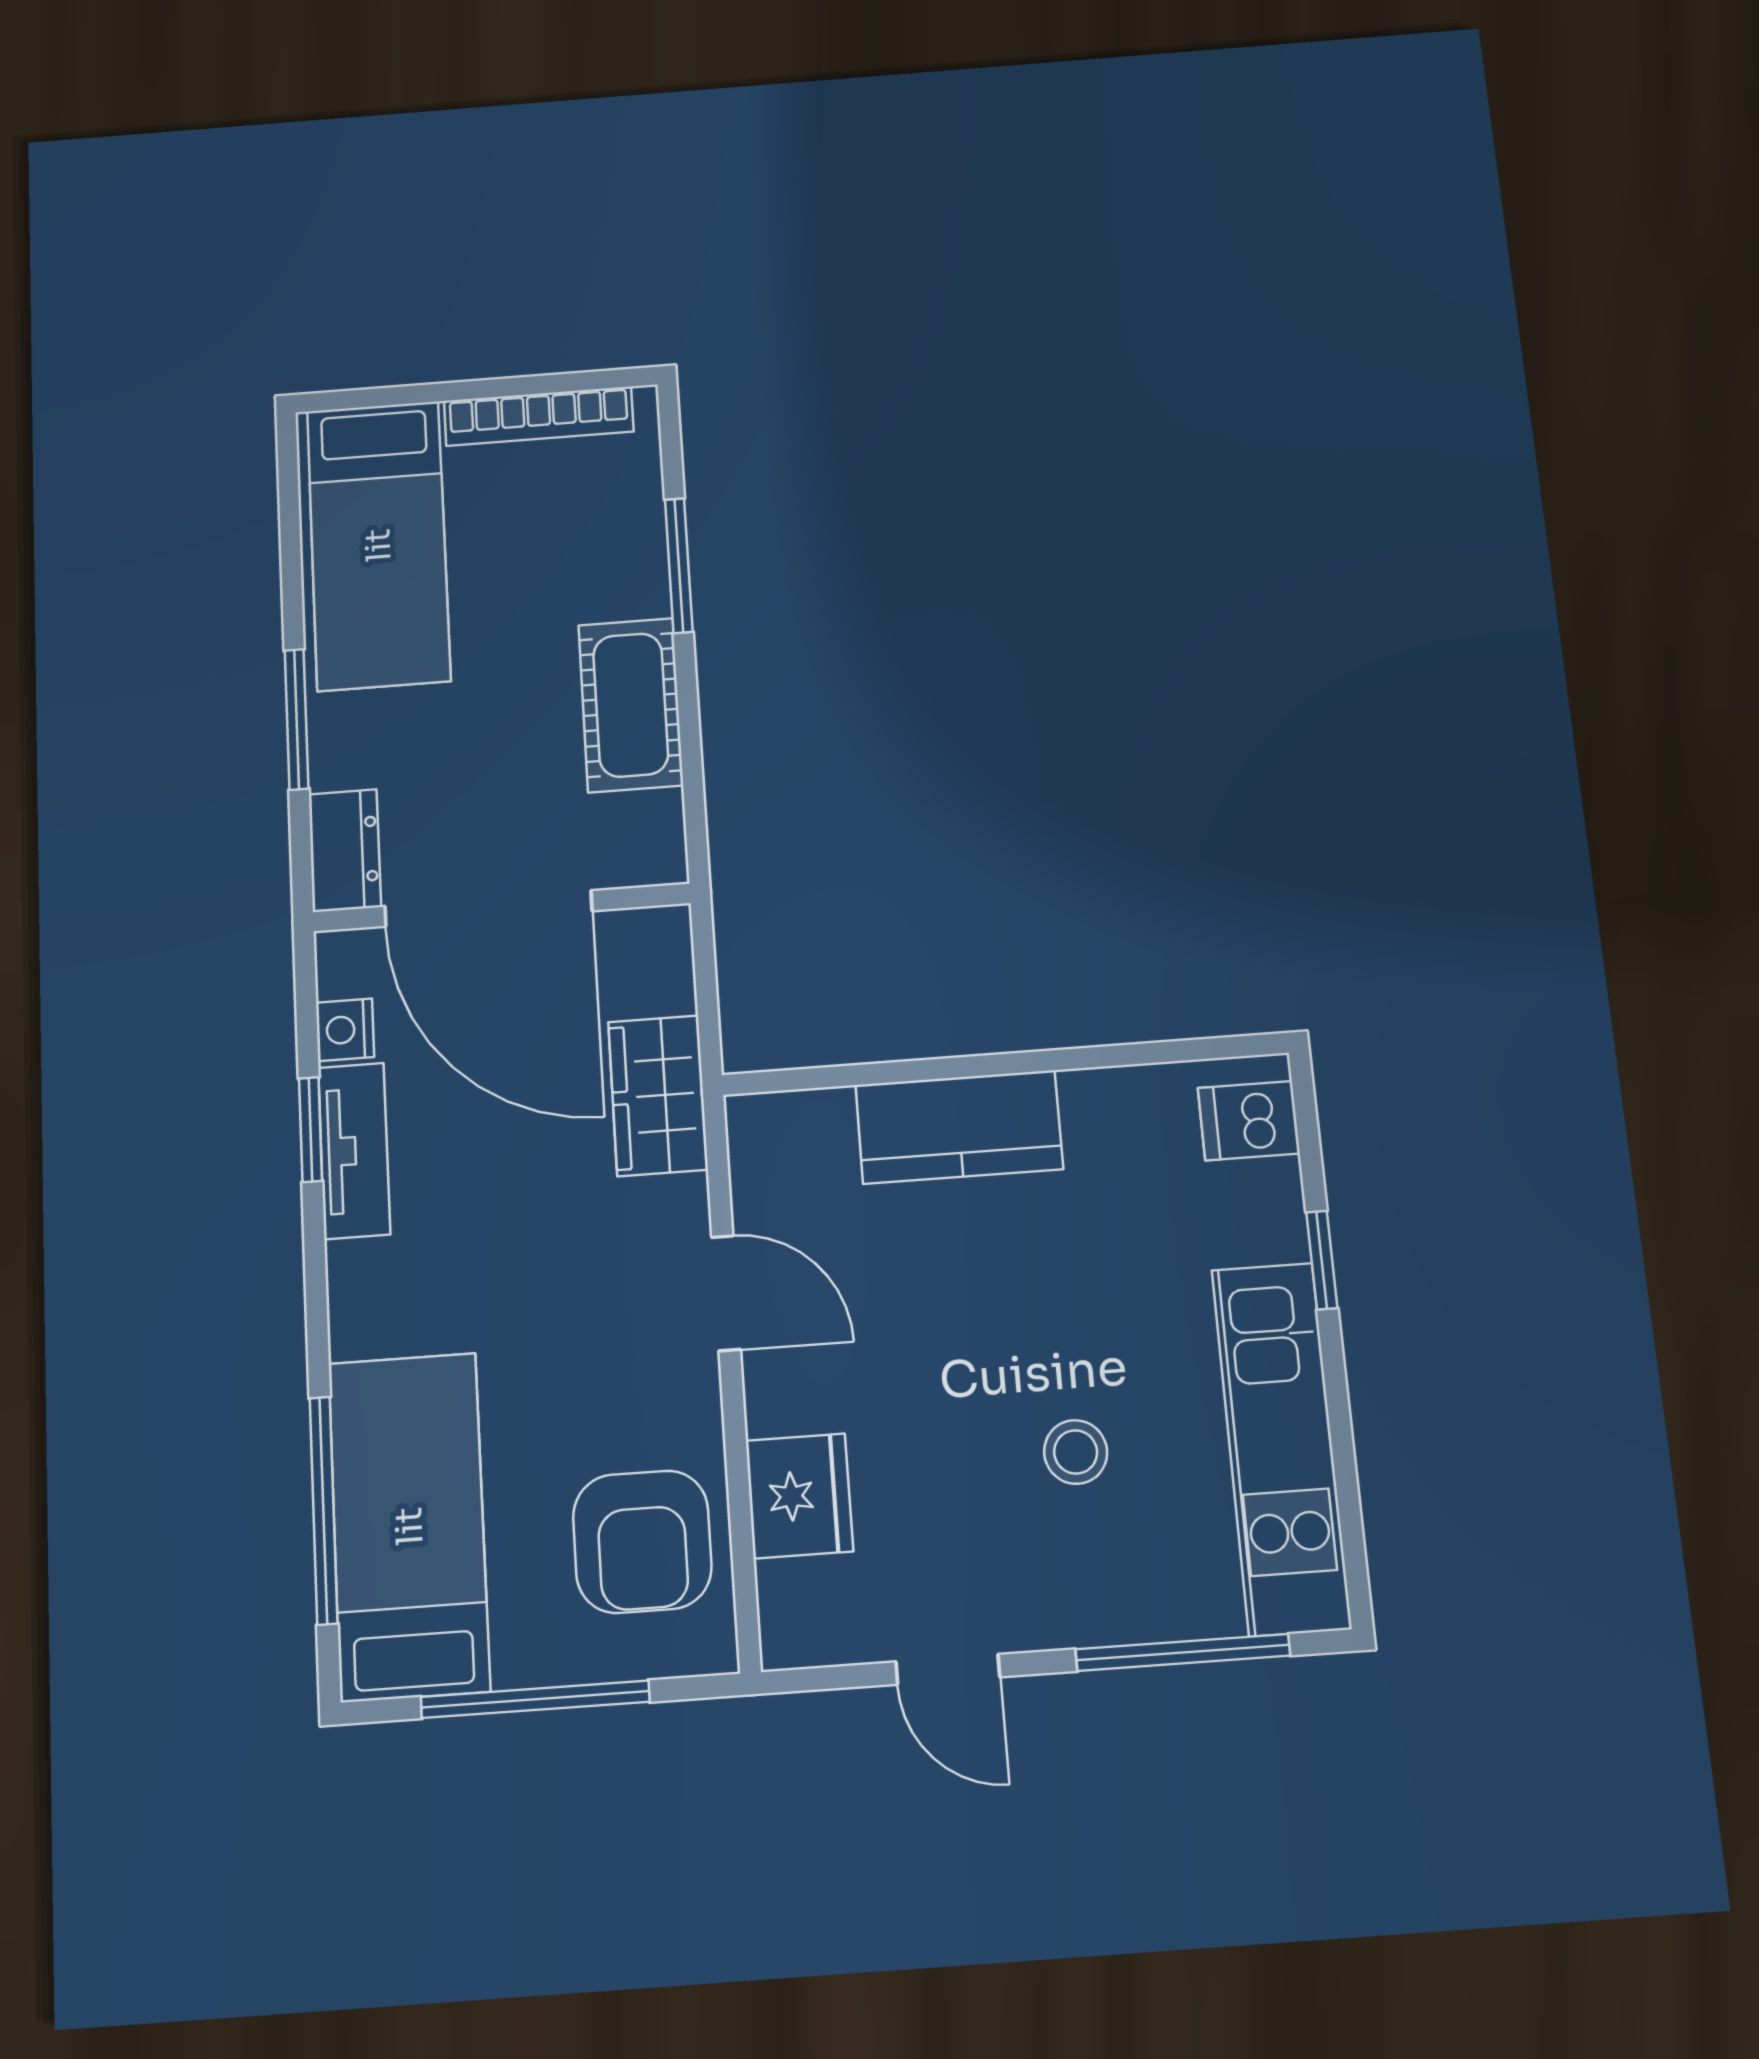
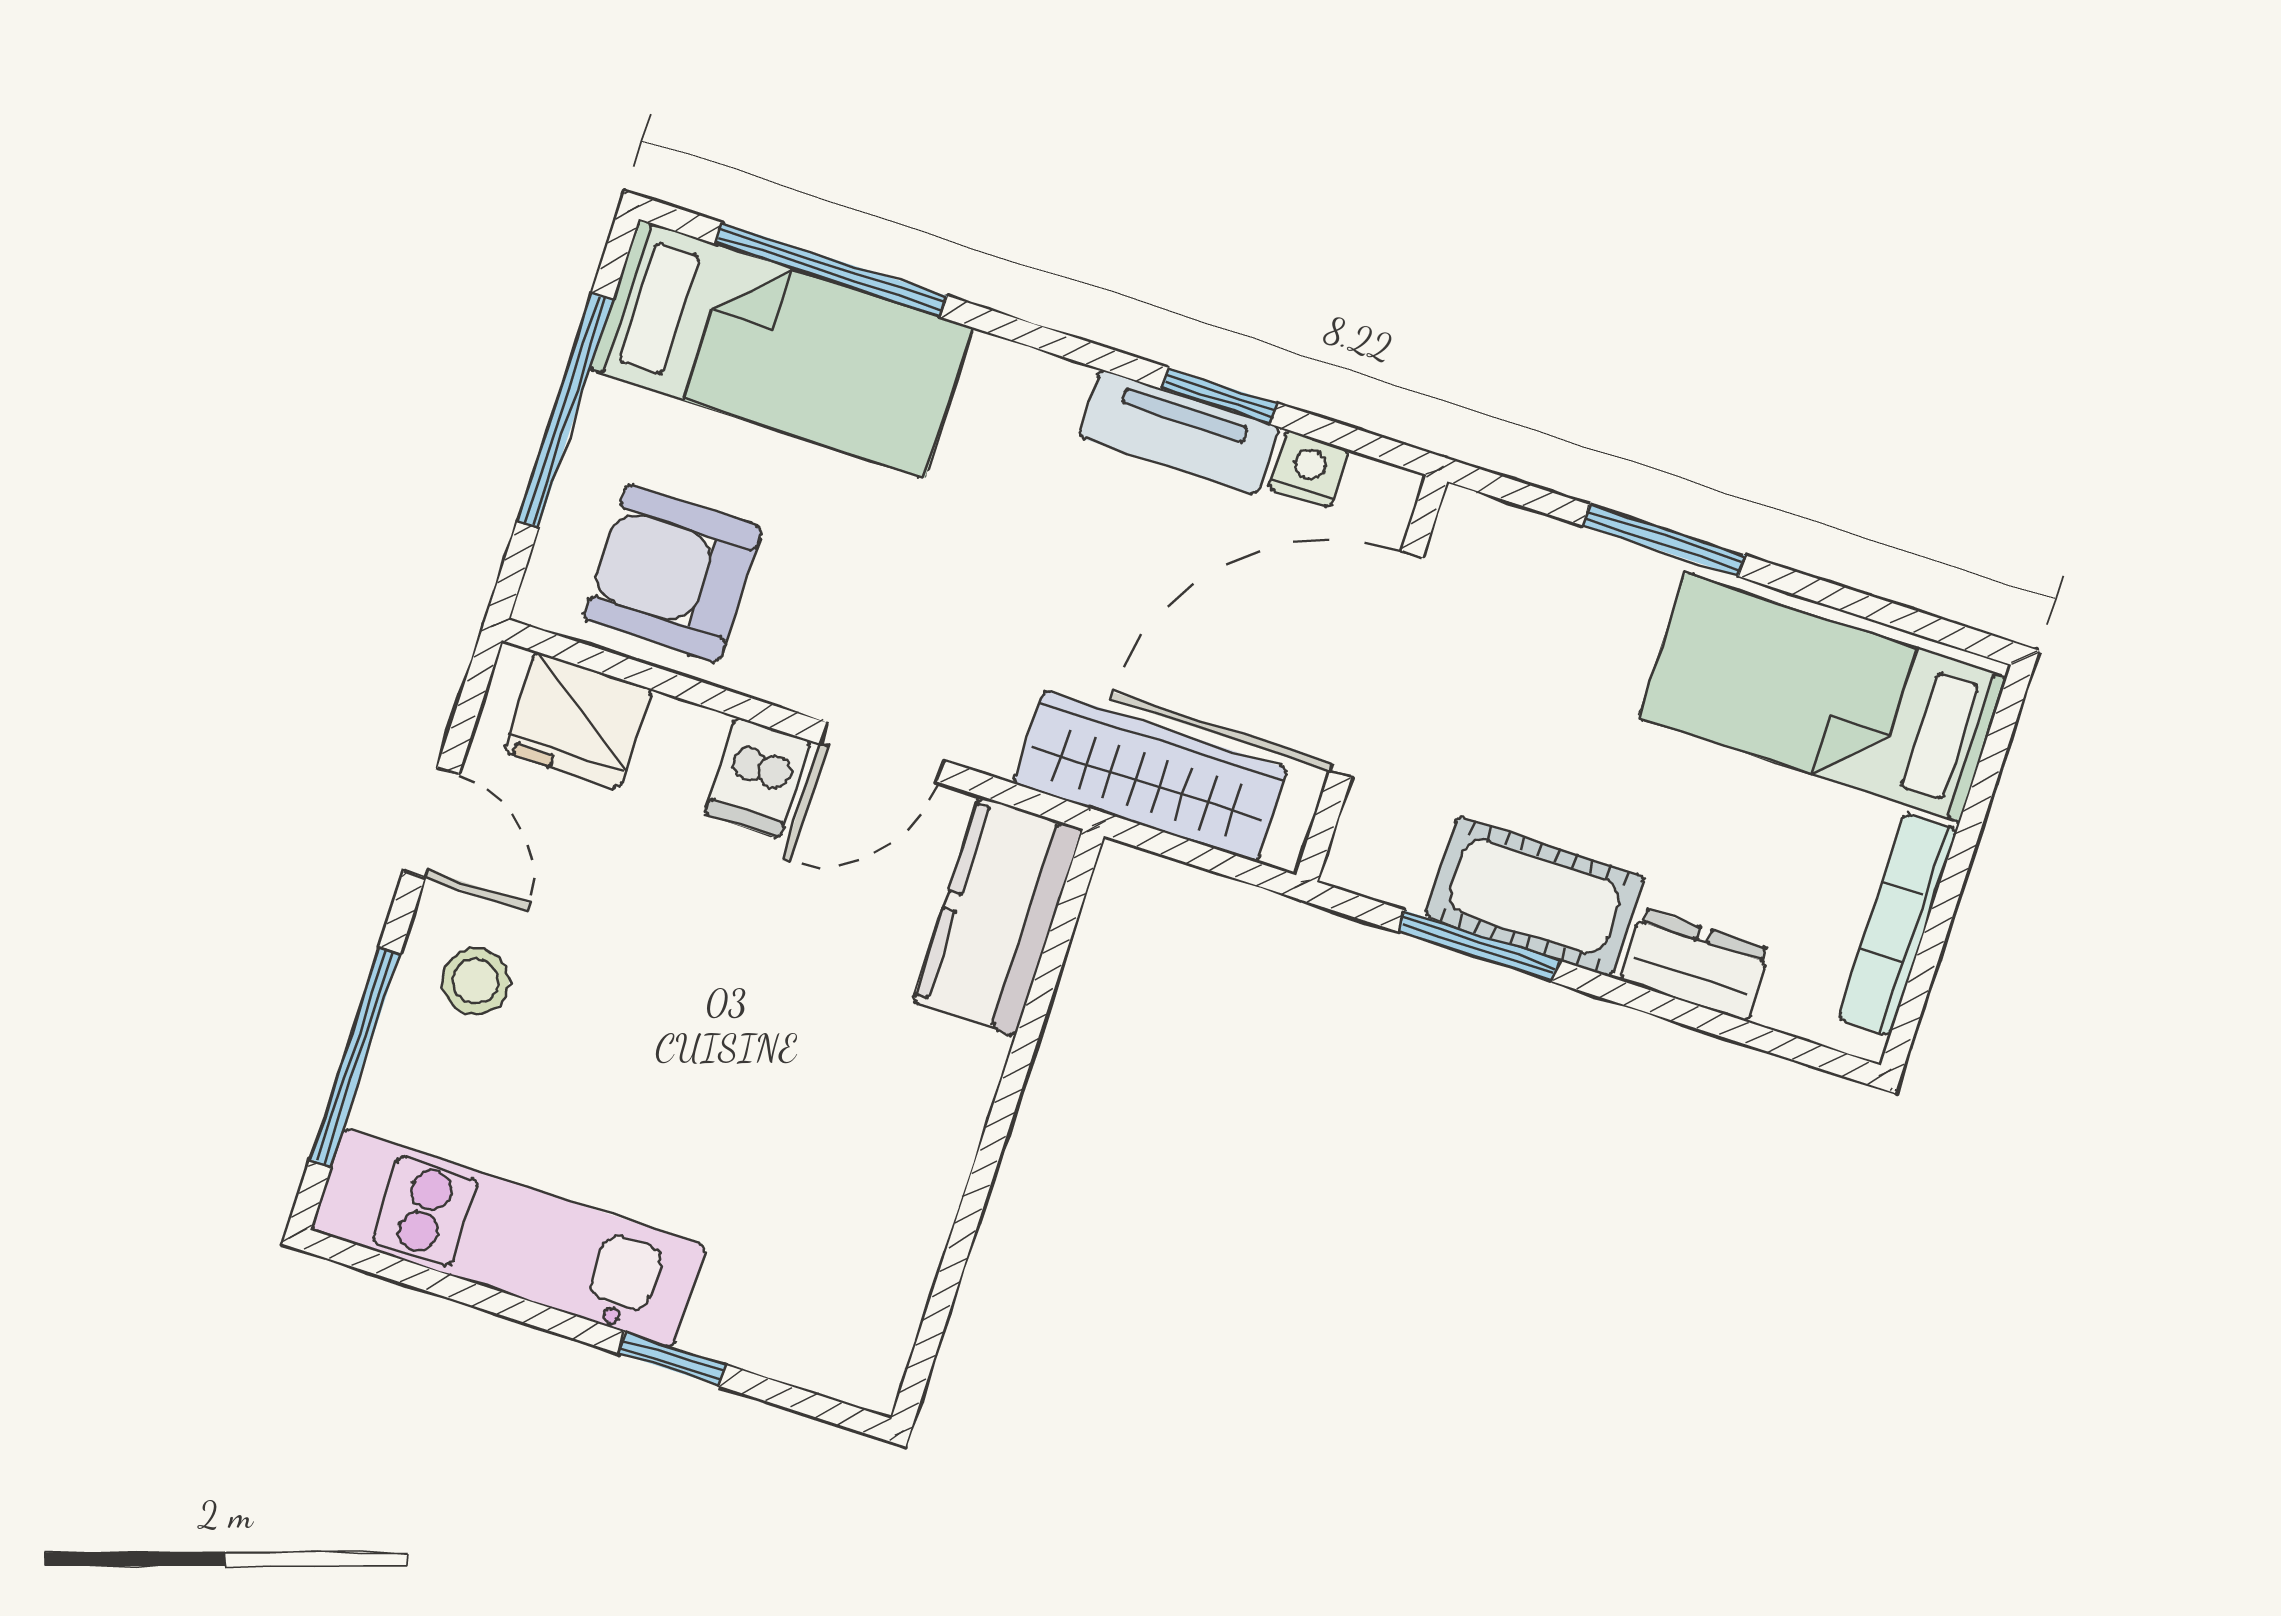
window: (679, 566) -> (1478, 946), moved
dresser: (345, 850) -> (1695, 965), moved, turned 180
wardrobe: (658, 1096) -> (1150, 776), width x1.50
dishwasher: (1249, 1121) -> (758, 777), moved, turned 180
kitchen counter: (959, 1127) -> (998, 916), moved
stool: (1076, 1452) -> (476, 982), moved
fridge: (799, 1496) -> (578, 720), moved
door: (948, 1669) -> (431, 823), swing flipped

